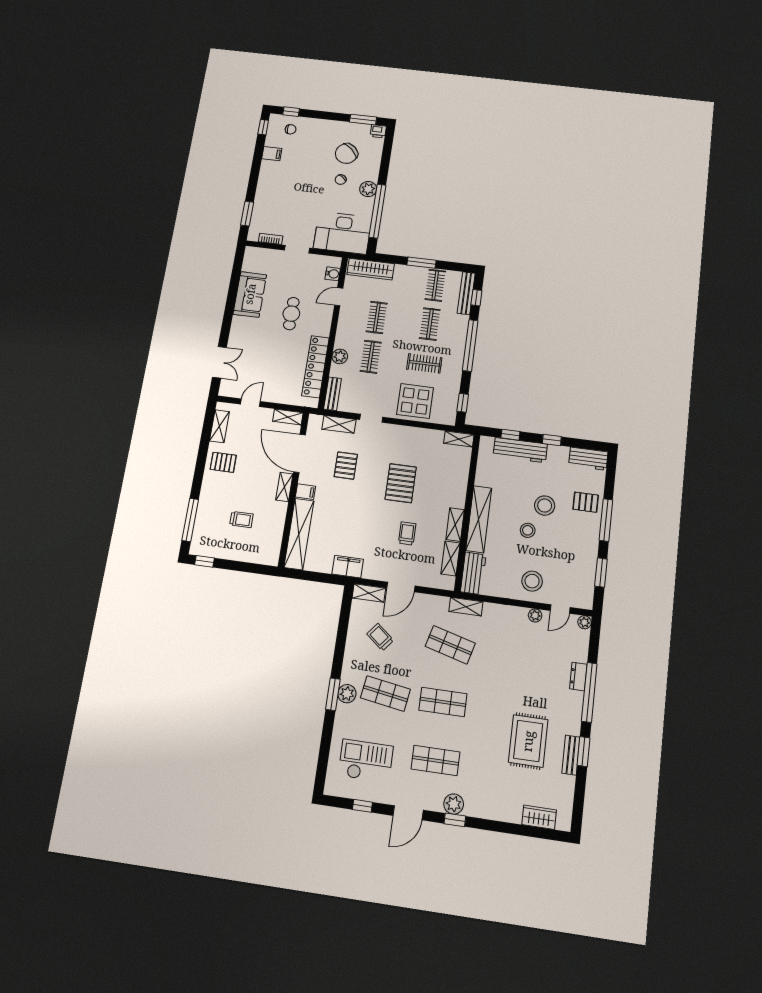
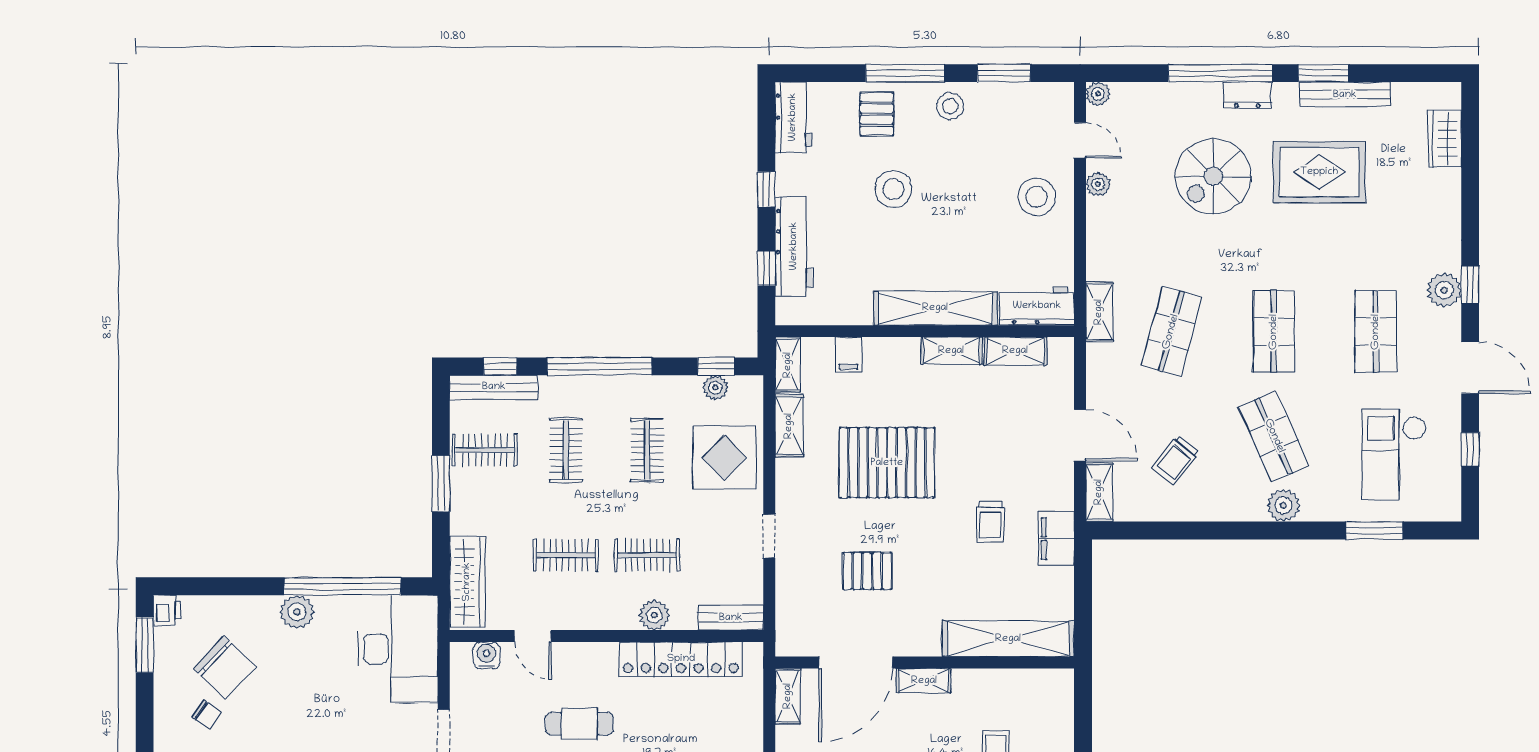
chair: (341, 180) -> (207, 715), moved
clothes rail: (430, 324) -> (566, 450), turned 90
plant: (452, 401) -> (716, 388), added
shelving: (339, 424) -> (789, 426), moved
pallet: (401, 483) -> (887, 463), width x1.37, depth x1.41
filing cabinet: (306, 492) -> (848, 354), moved, turned 180
stool: (528, 530) -> (950, 106), moved
trolley: (407, 533) -> (990, 522), moved, turned -90
dresser: (578, 677) -> (1247, 95), moved
spiral stairs: (532, 680) -> (1213, 176), added
window: (333, 694) -> (1374, 531), moved
shop shelf: (385, 694) -> (1274, 436), turned -33
bench: (571, 755) -> (1345, 95), width x1.36

